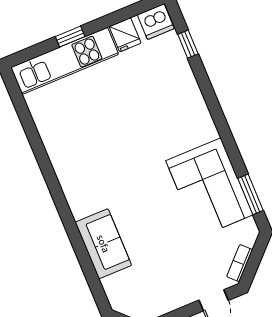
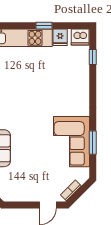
window: (70, 37) -> (44, 26), moved
window: (251, 194) -> (93, 143), moved

